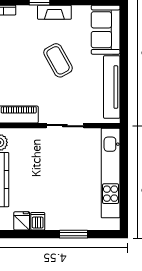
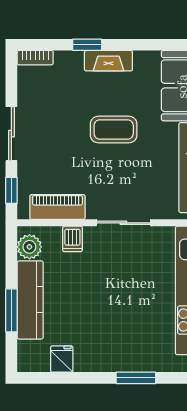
coffee table: (58, 60) -> (114, 130), turned -61
dishwasher: (38, 221) -> (72, 239), moved, turned 180

